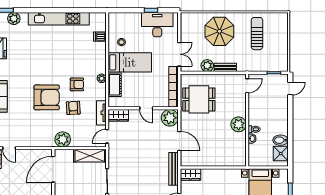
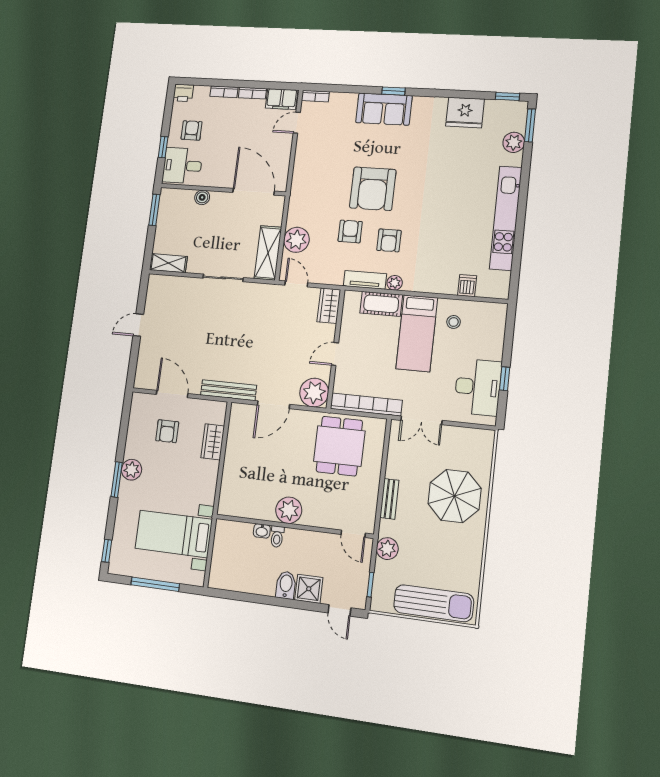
sun lounger: (257, 34) -> (434, 603), moved, width x1.36, depth x1.34
plant: (207, 66) -> (387, 549), moved
armchair: (73, 108) -> (350, 231), turned -87
tv unit: (101, 113) -> (365, 280), moved
plant: (63, 139) -> (296, 240), moved
bidet: (280, 140) -> (286, 585), moved
shower: (281, 154) -> (309, 589), moved
wardrobe: (190, 174) -> (213, 442), moved

